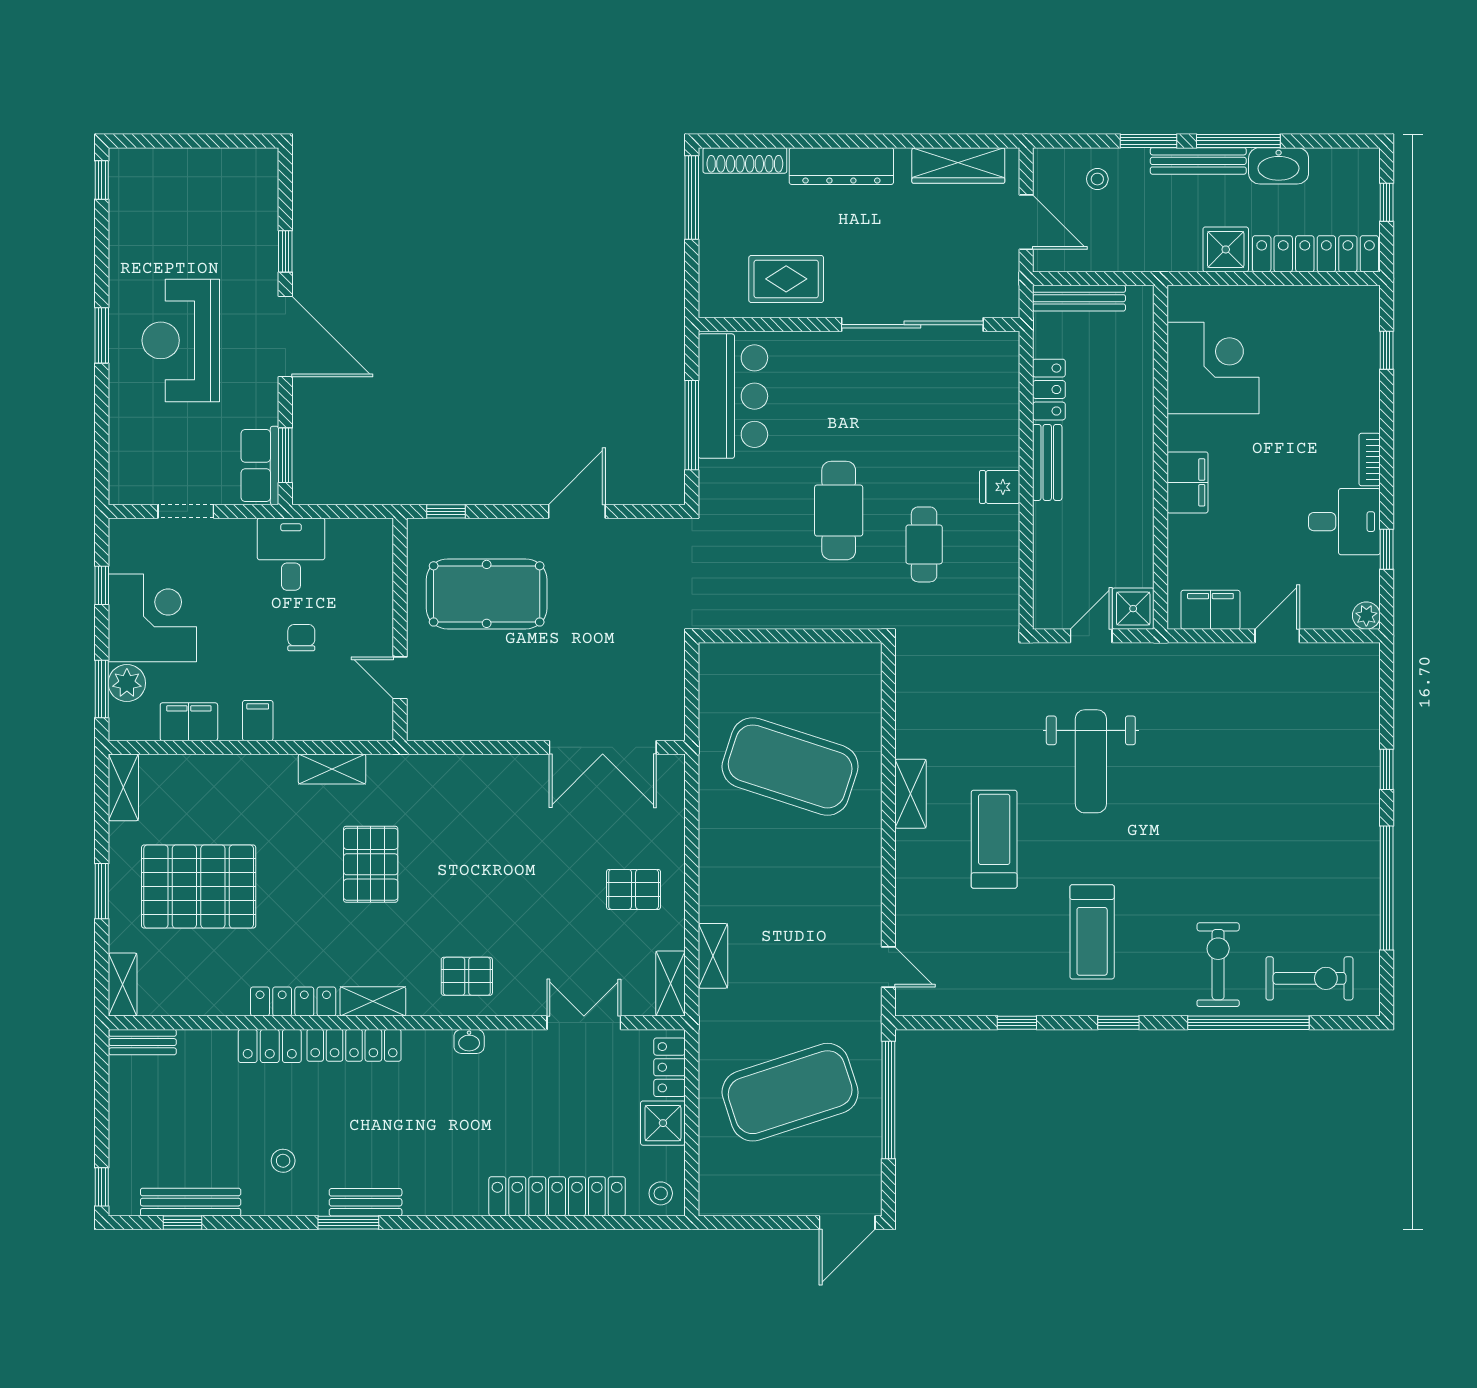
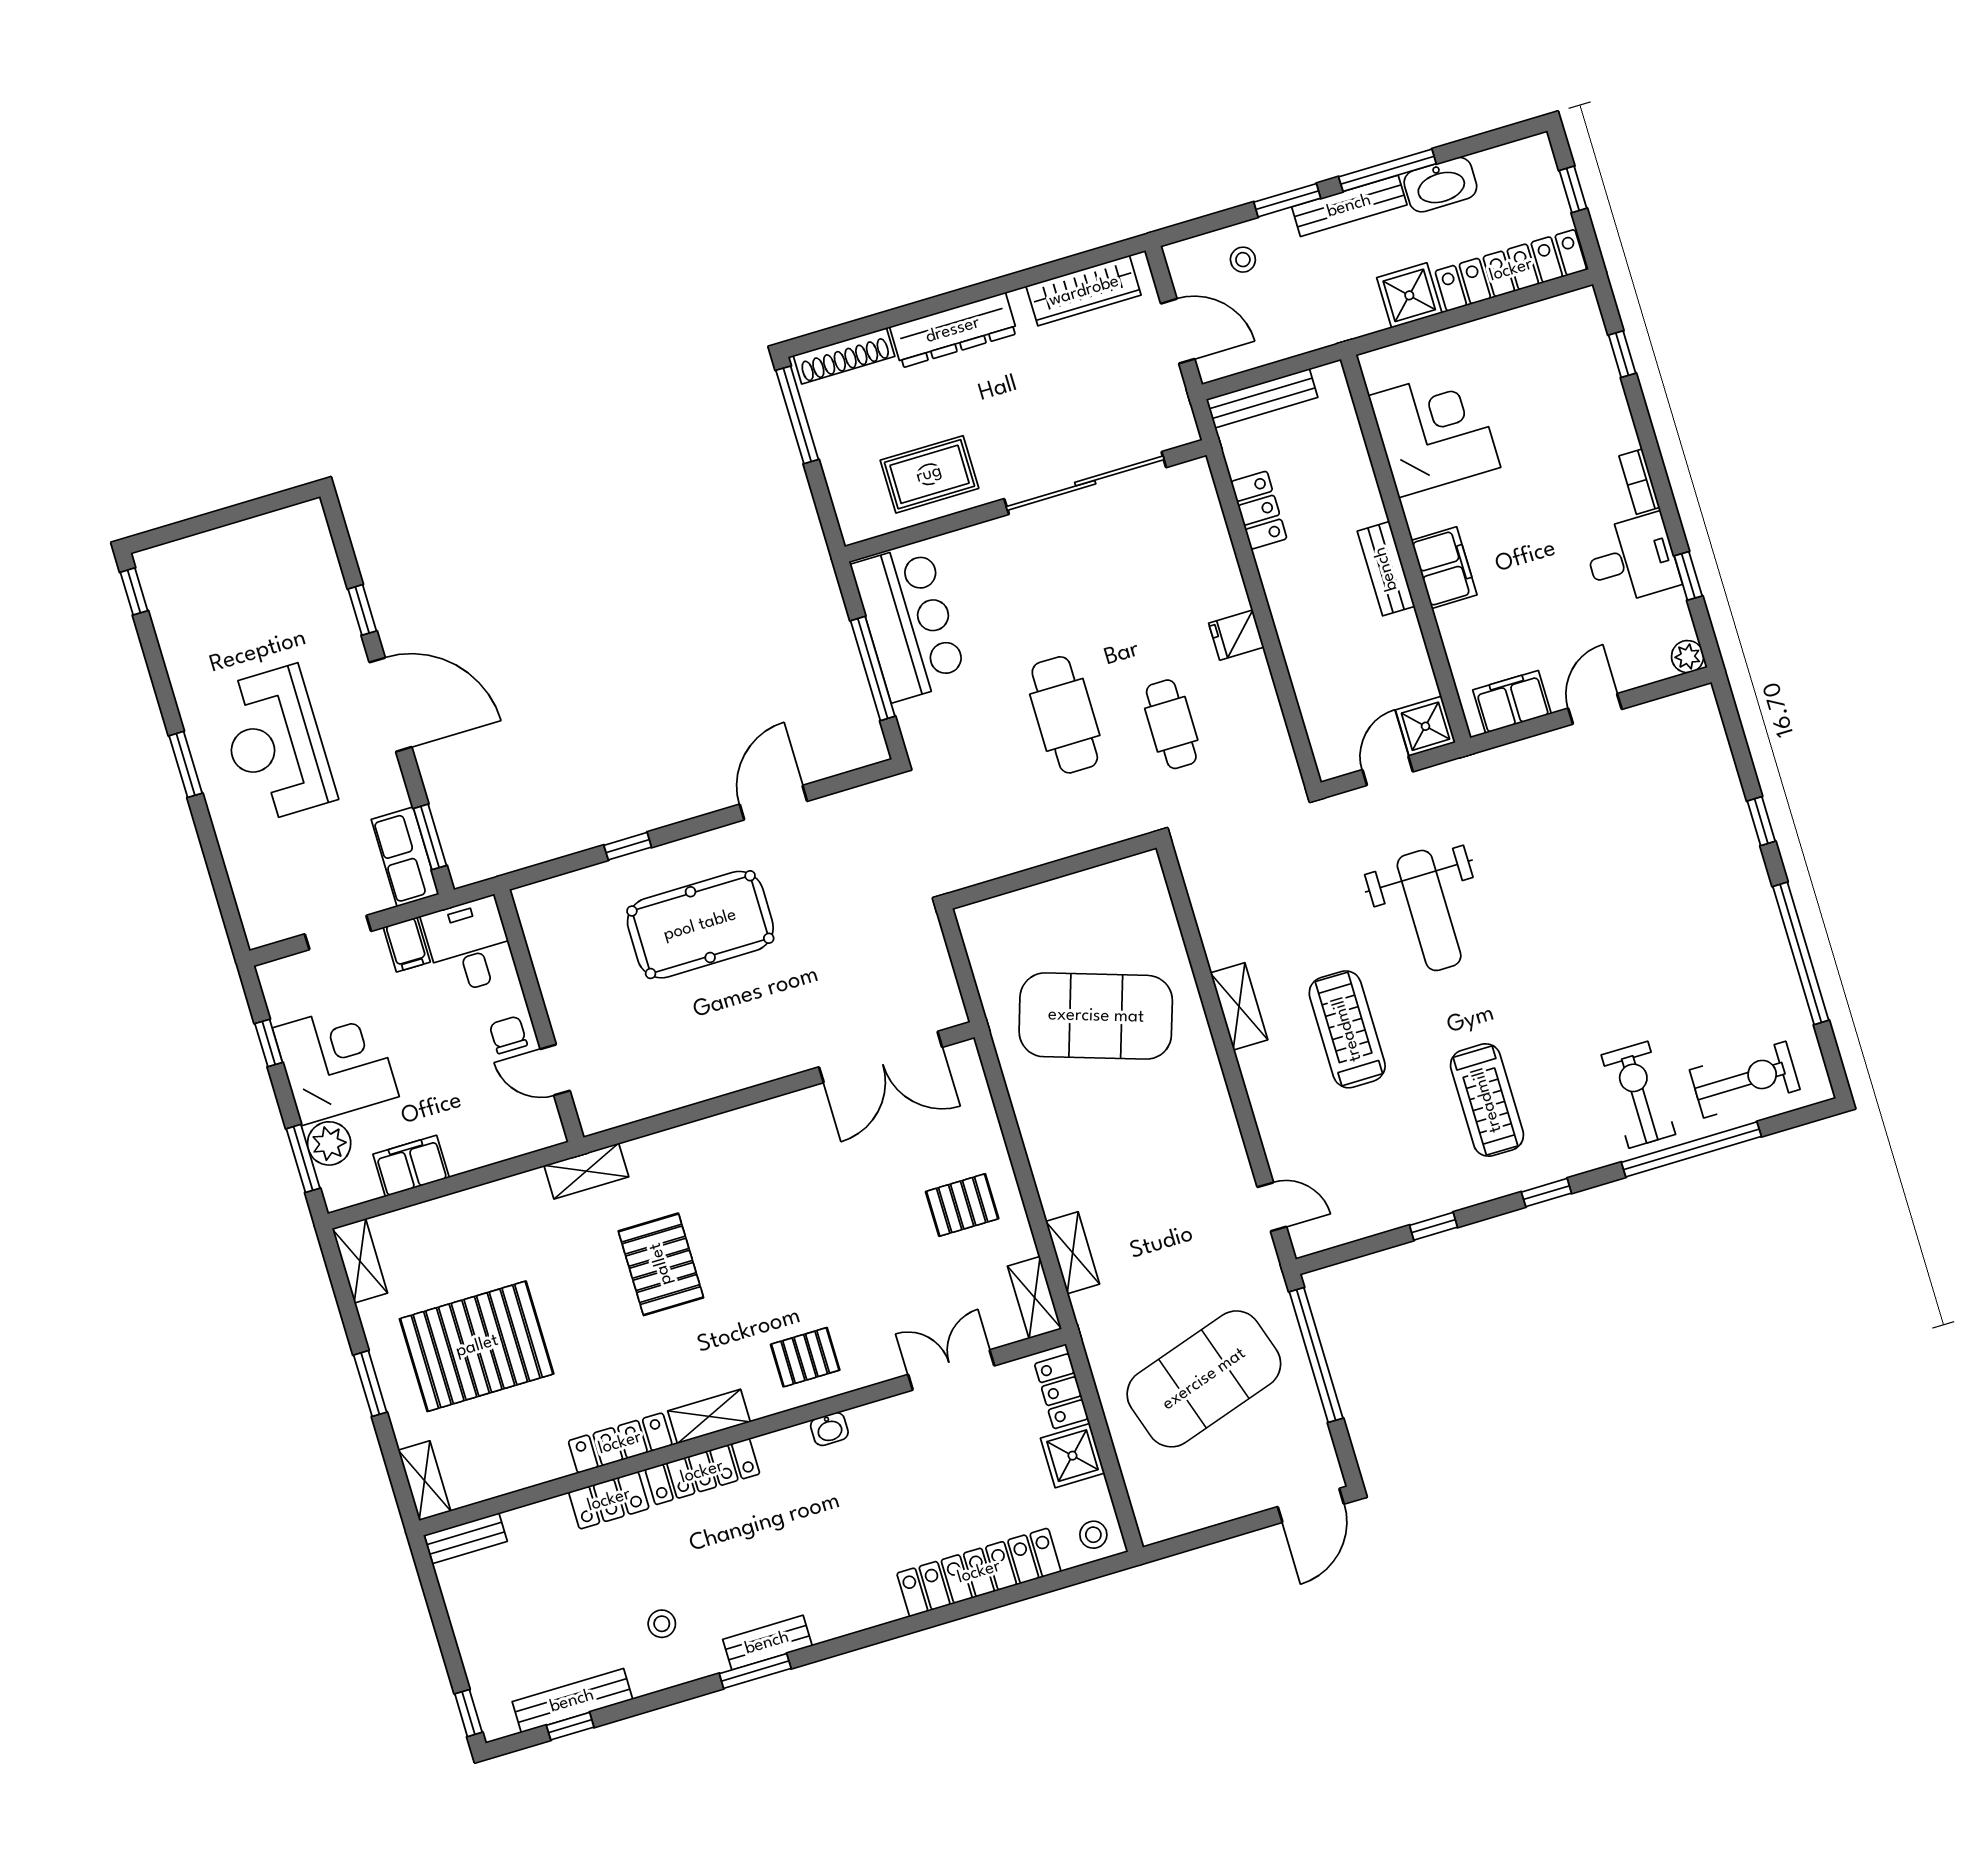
bench: (1047, 462) -> (1386, 569), moved
wall: (400, 629) -> (539, 1016), moved
door: (400, 678) -> (555, 1070), moved
filing cabinet: (258, 721) -> (407, 945), moved, turned 180

